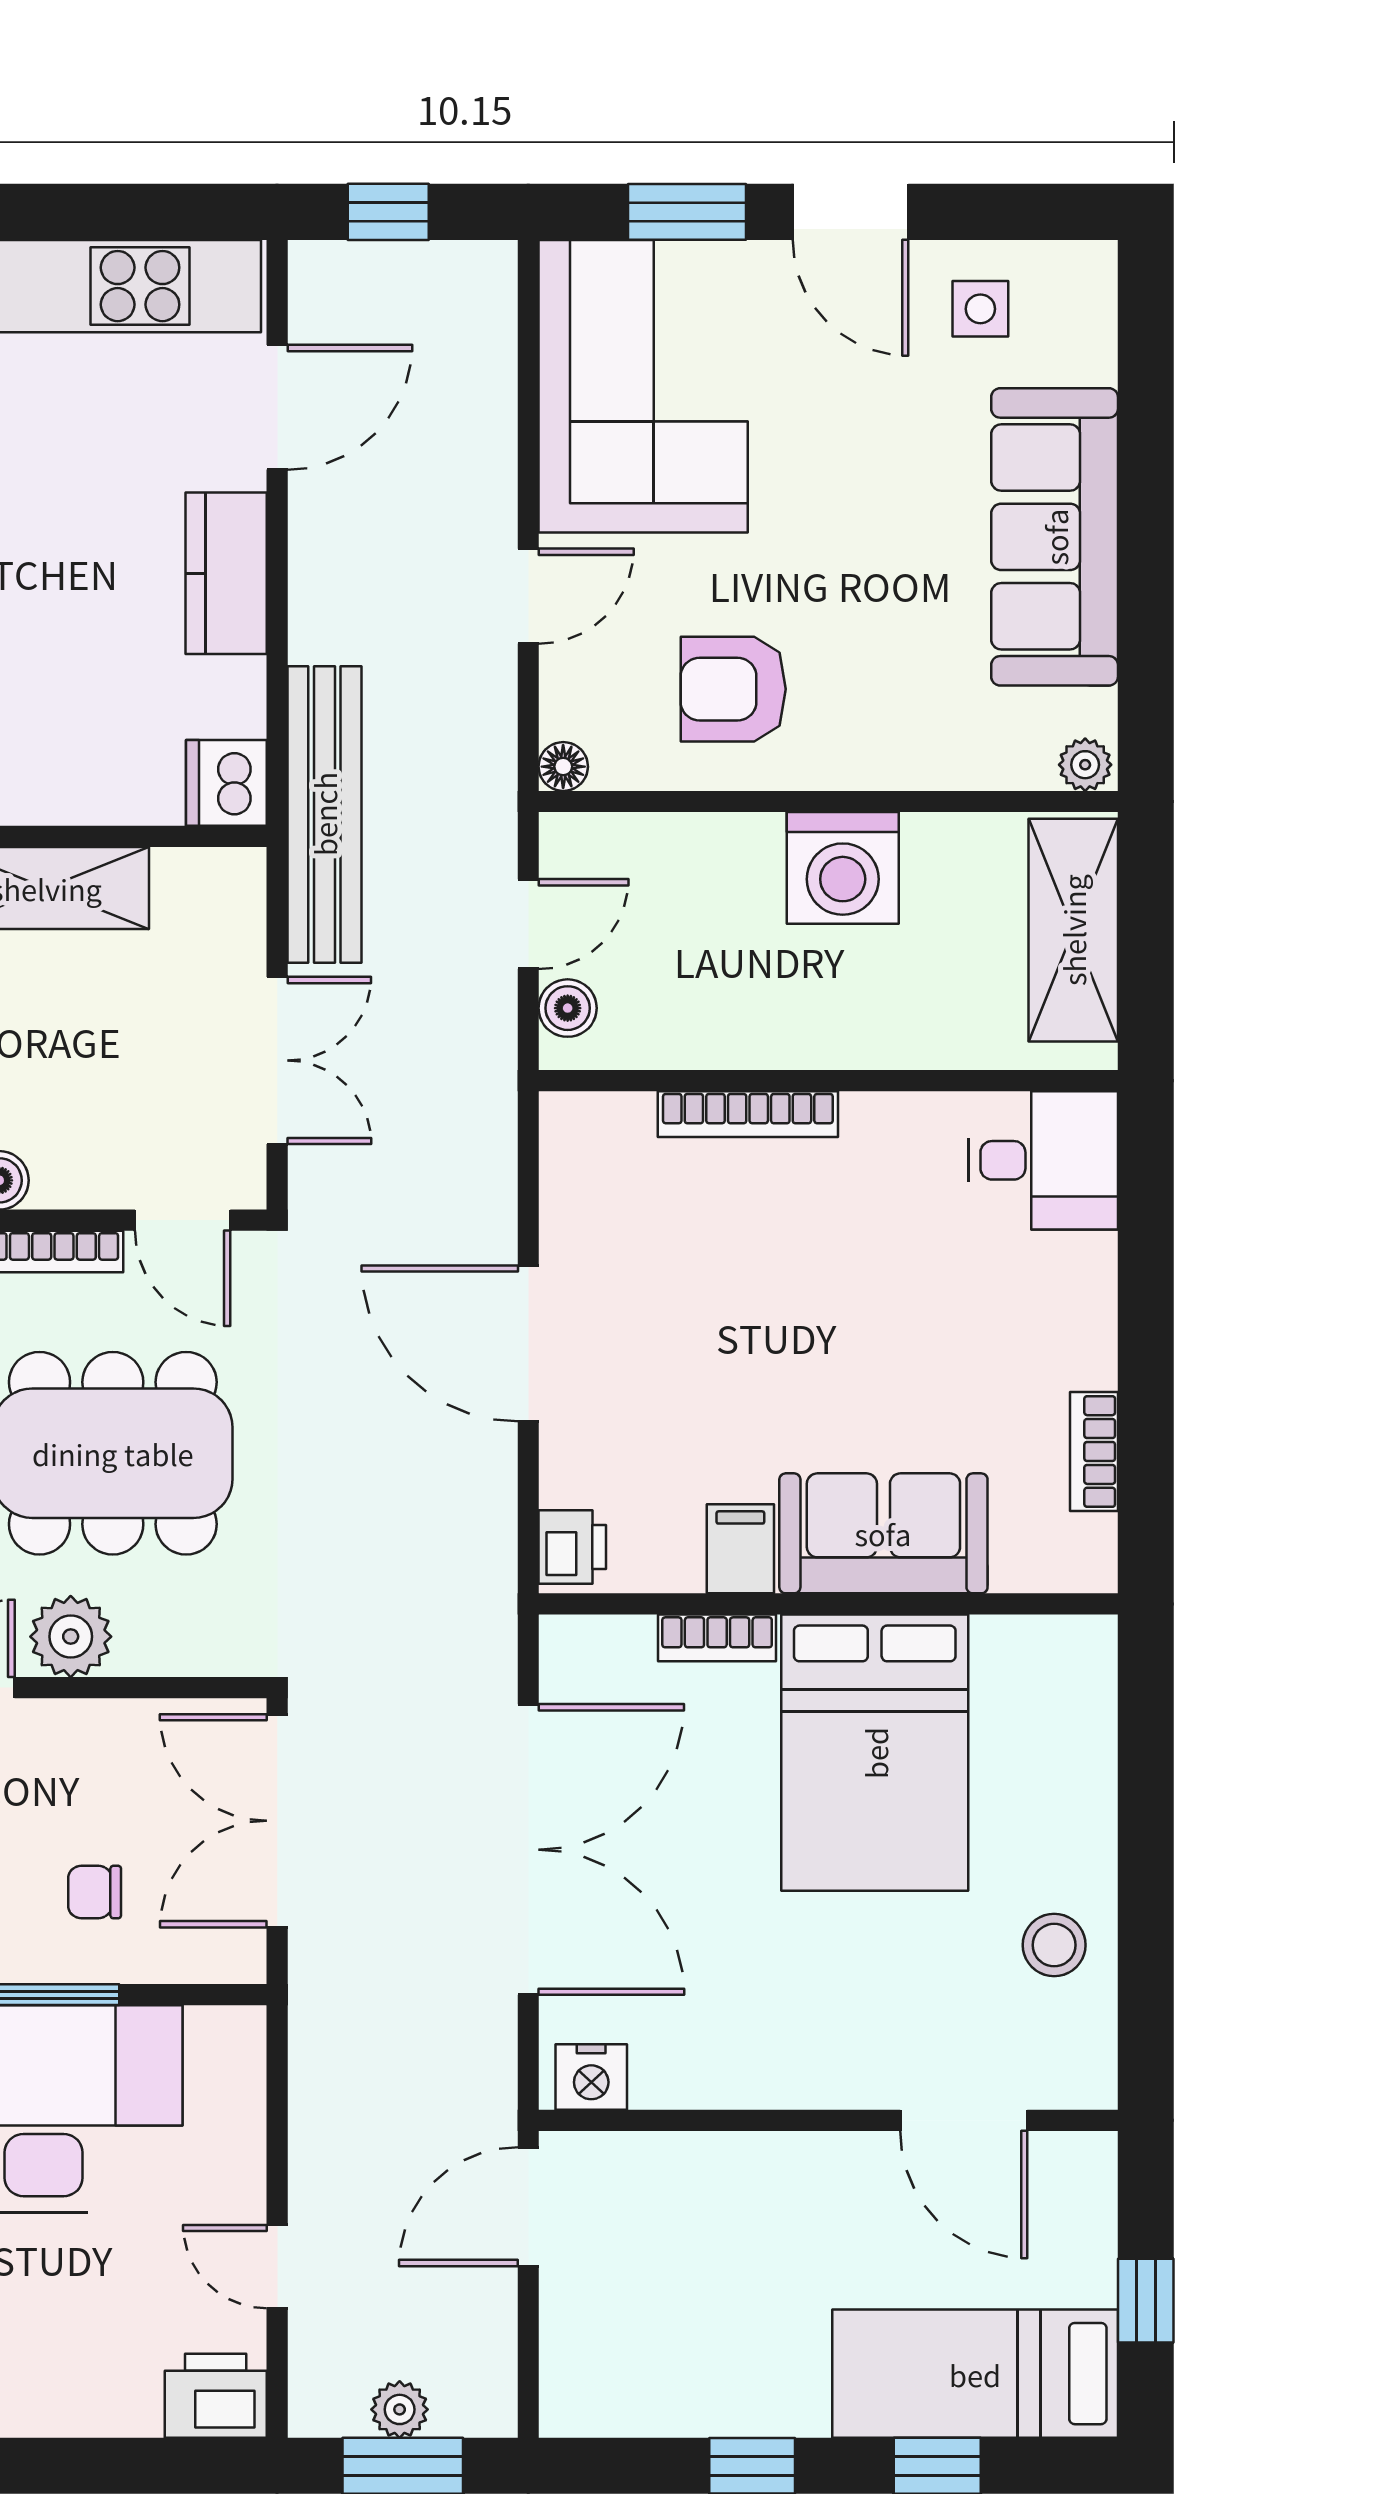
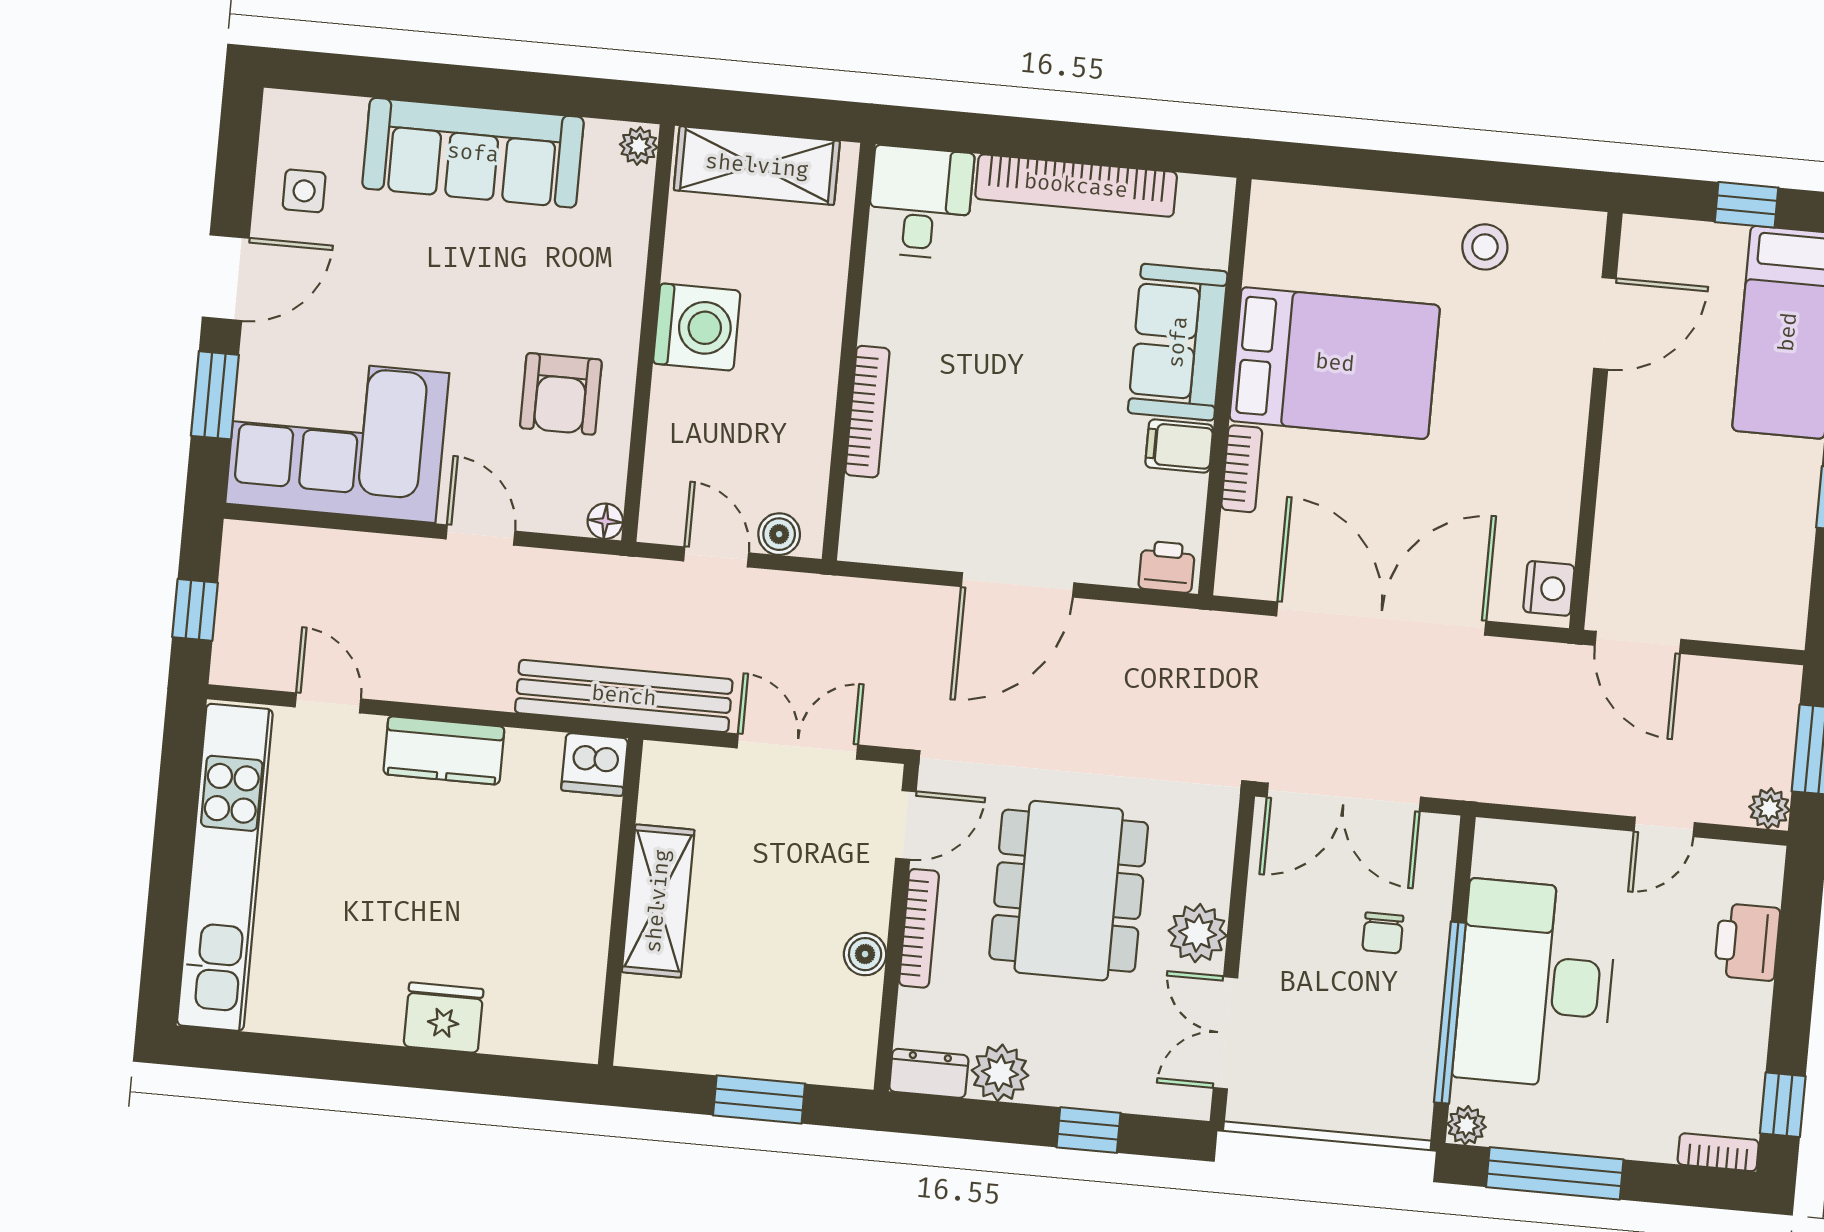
door: (277, 407) -> (328, 703), width x0.73
bookcase: (1094, 1451) -> (1076, 186), width x2.31, depth x1.31
printer: (216, 2396) -> (1747, 942), moved
plant: (400, 2409) -> (1769, 808), moved

